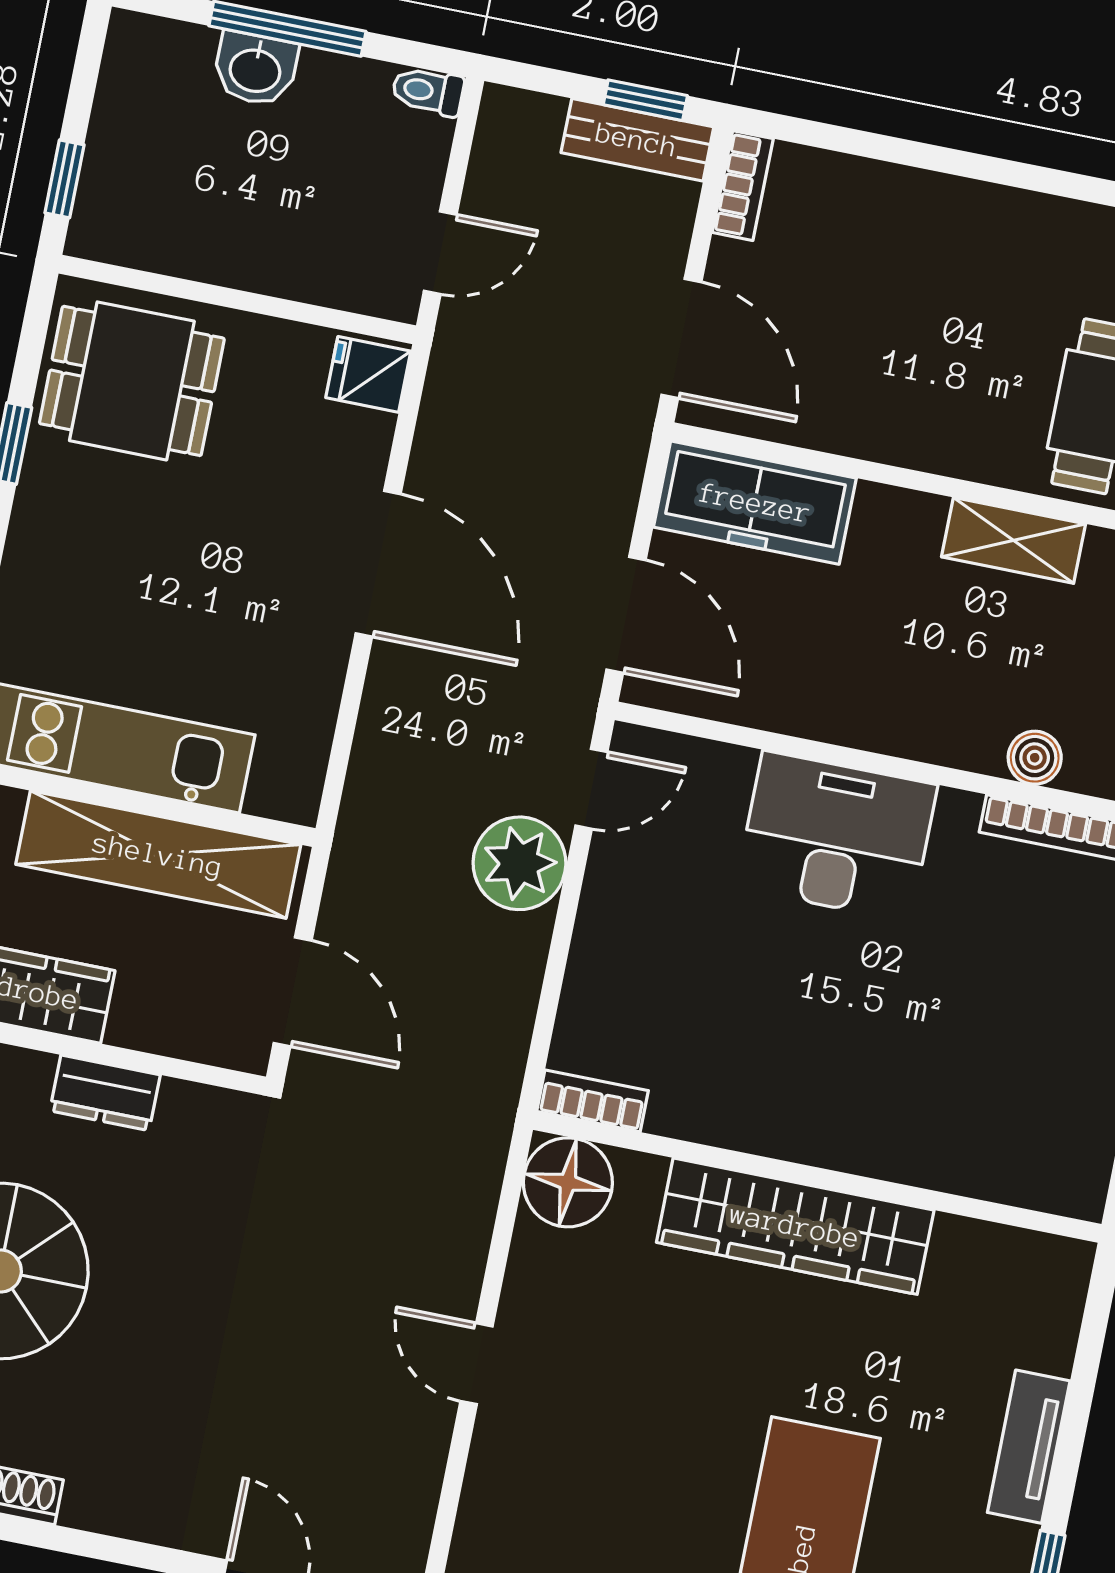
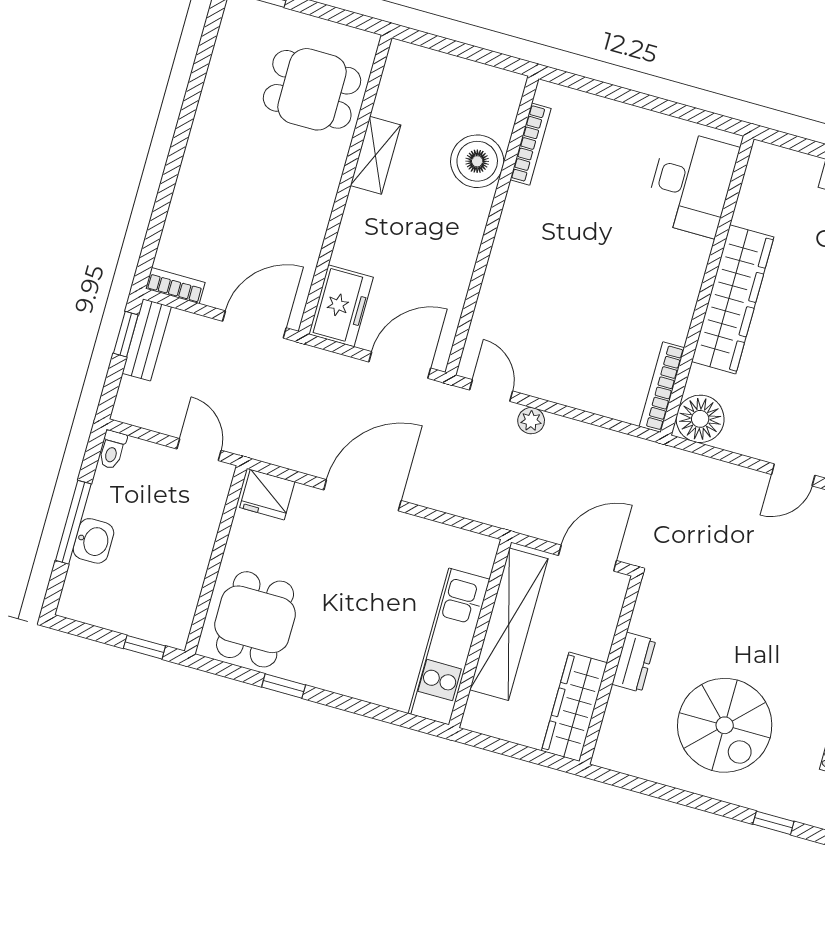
fridge: (368, 374) -> (267, 495), width x1.38
freezer: (755, 503) -> (341, 306), width x0.71
boiler: (1035, 758) -> (477, 161), width x1.86, depth x1.86
desk: (837, 836) -> (692, 183), moved, turned 180
plant: (519, 863) -> (531, 421), width x0.53, depth x0.53
bookcase: (593, 1101) -> (662, 387), width x1.56

